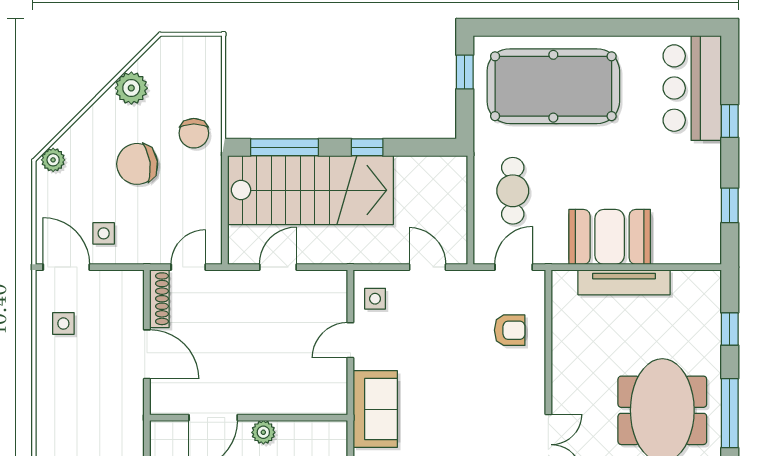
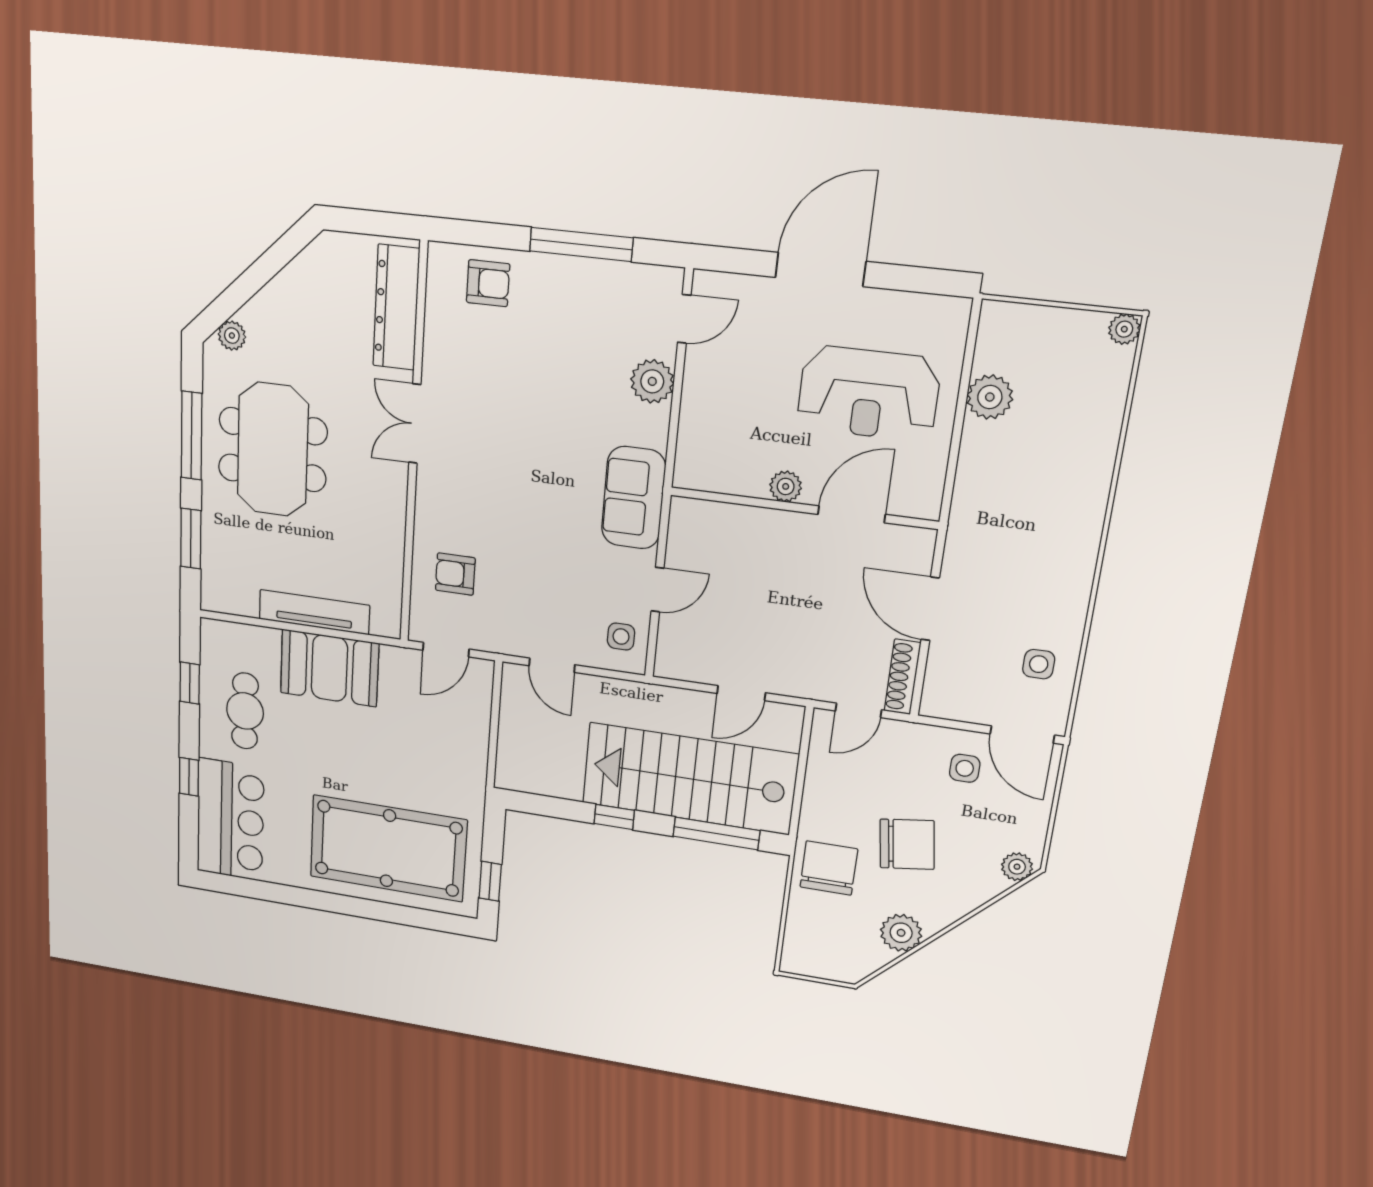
chair: (194, 133) -> (829, 868), width x1.37, depth x1.37
cafe table: (513, 191) -> (245, 711), moved
window: (730, 329) -> (191, 539), width x1.50

